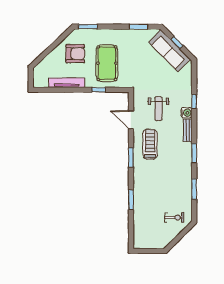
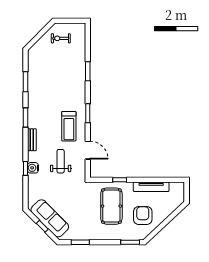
armchair: (75, 54) -> (143, 216), turned 90
water cooler: (186, 113) -> (33, 168), moved
exercise bike: (174, 218) -> (61, 38), moved

